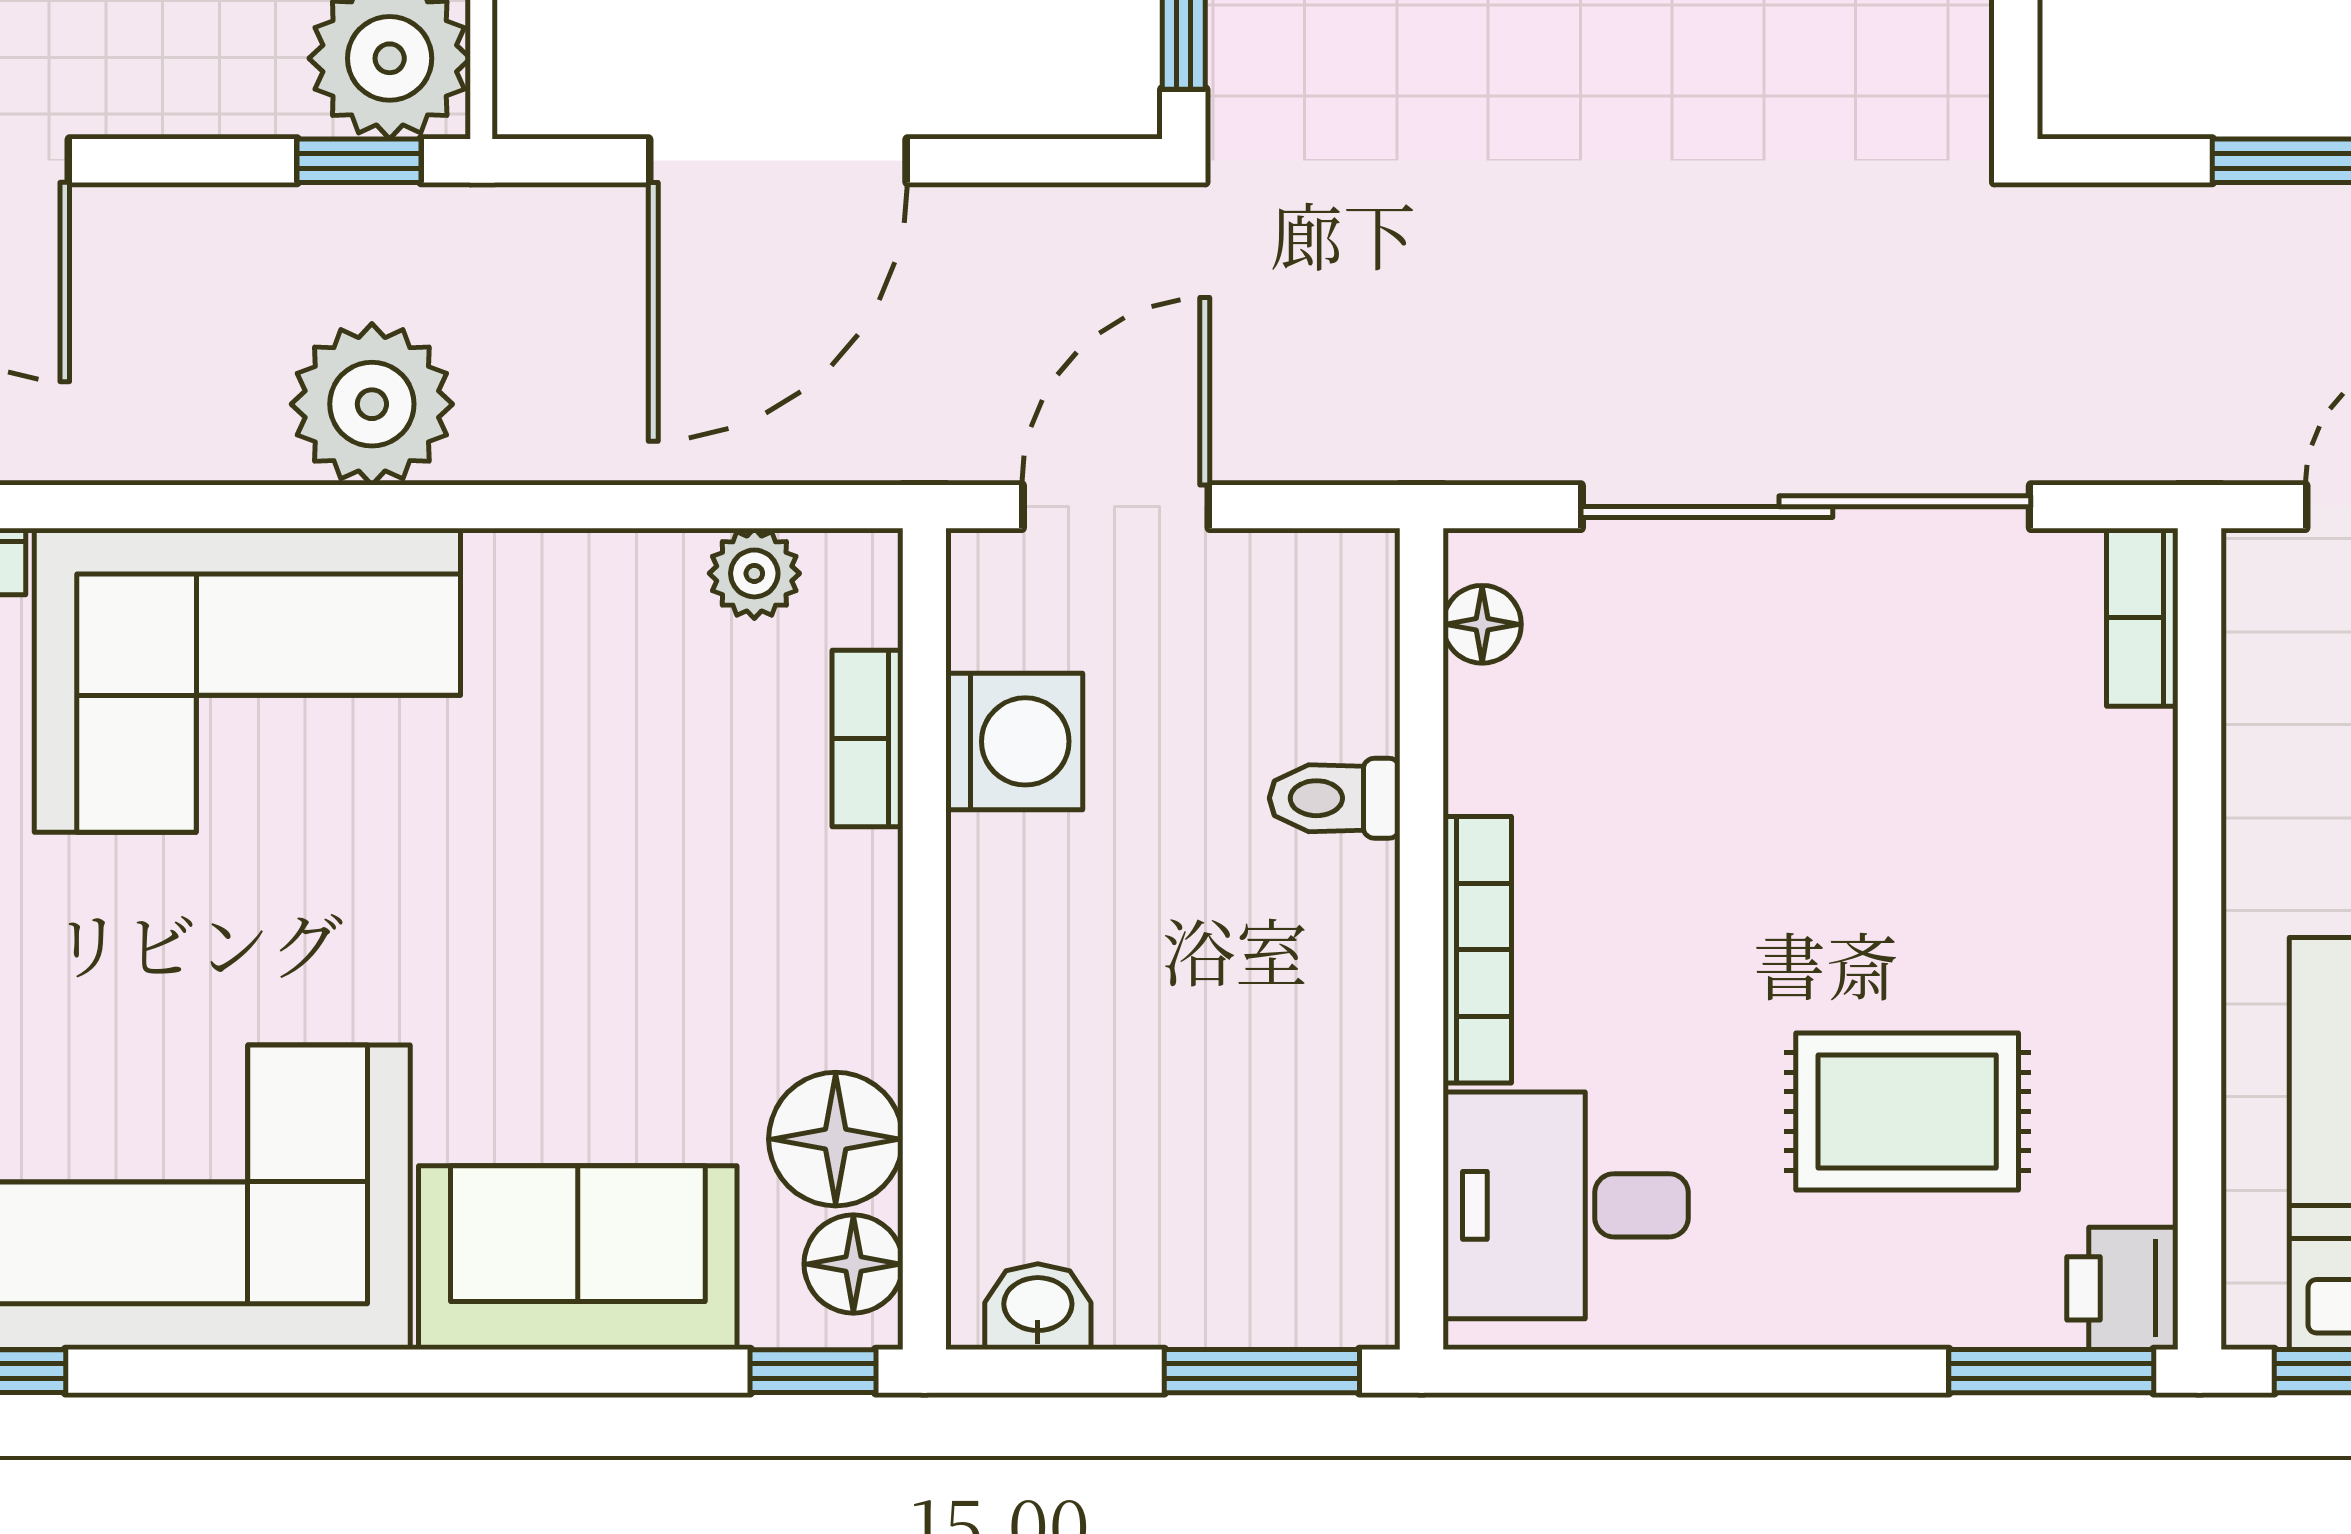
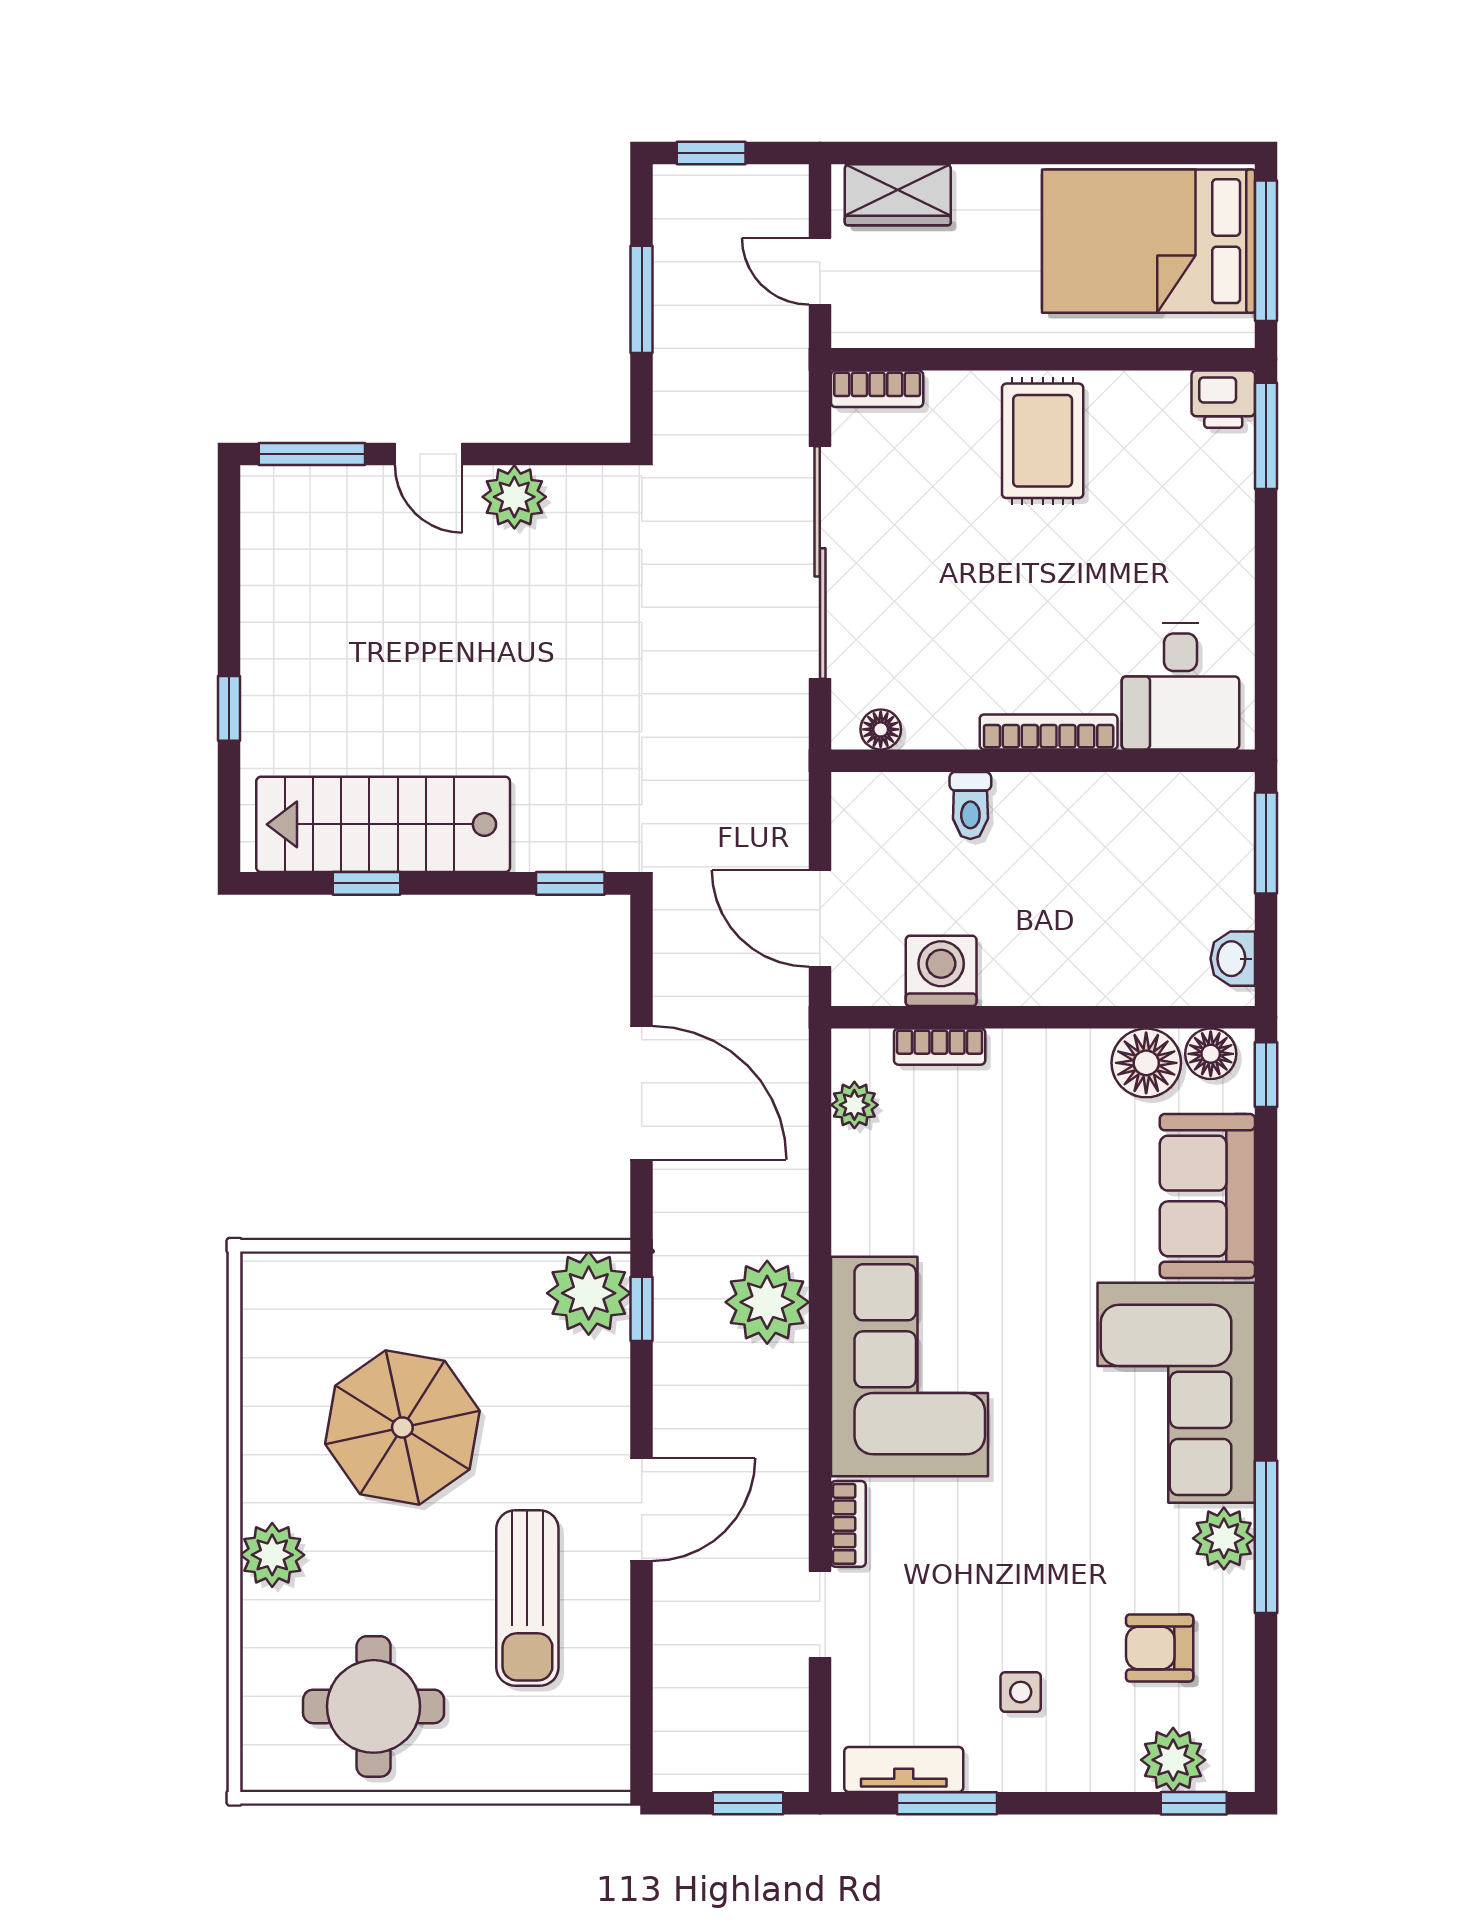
rug: (1907, 1112) -> (1043, 441), moved

